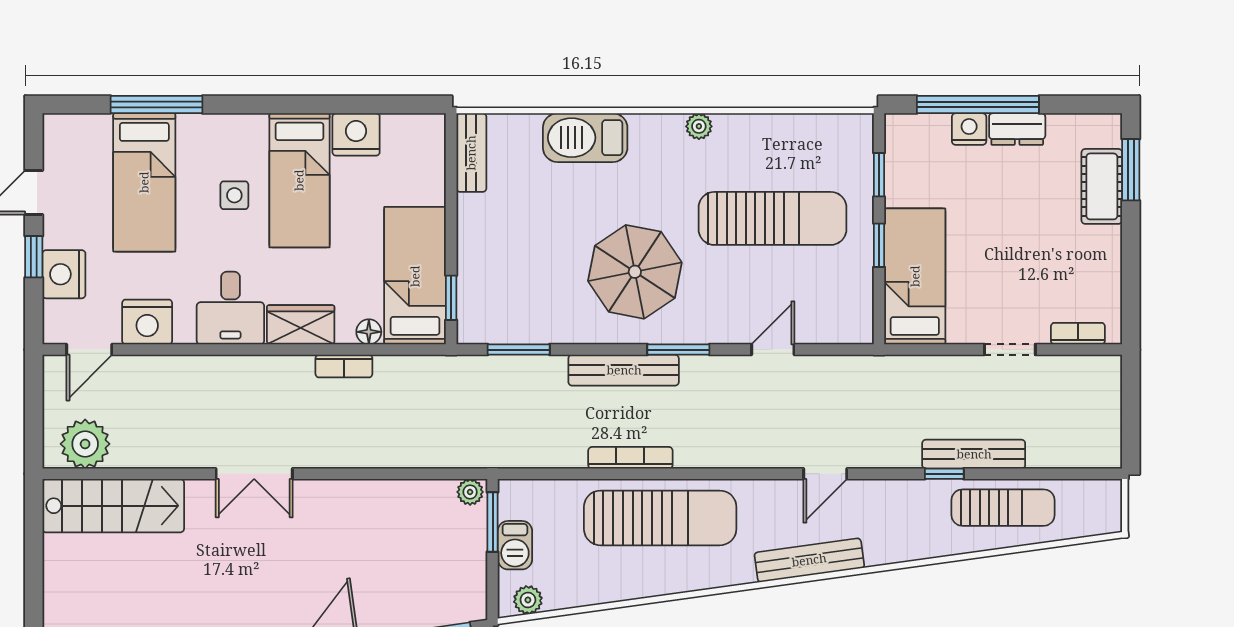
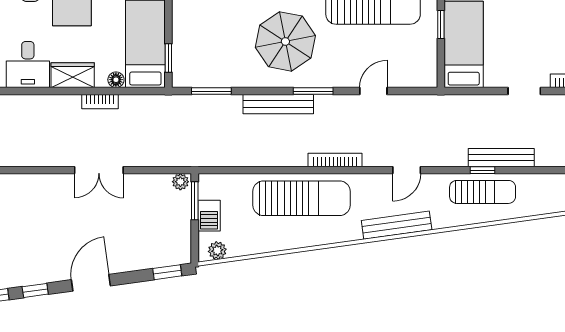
bookcase: (630, 458) -> (335, 160), moved
double door: (254, 474) -> (99, 170), moved
sun lounger: (1003, 508) -> (483, 192), moved

